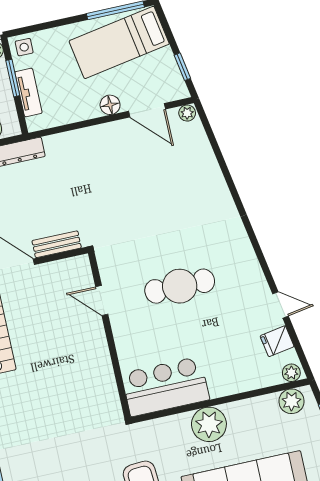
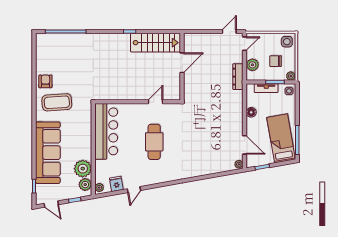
floor lamp: (110, 105) -> (251, 112), moved
door: (147, 110) -> (245, 145), swing flipped
bench: (57, 244) -> (188, 86), removed
bar counter: (165, 386) -> (106, 131), width x1.36
plant: (209, 424) -> (83, 169), moved

